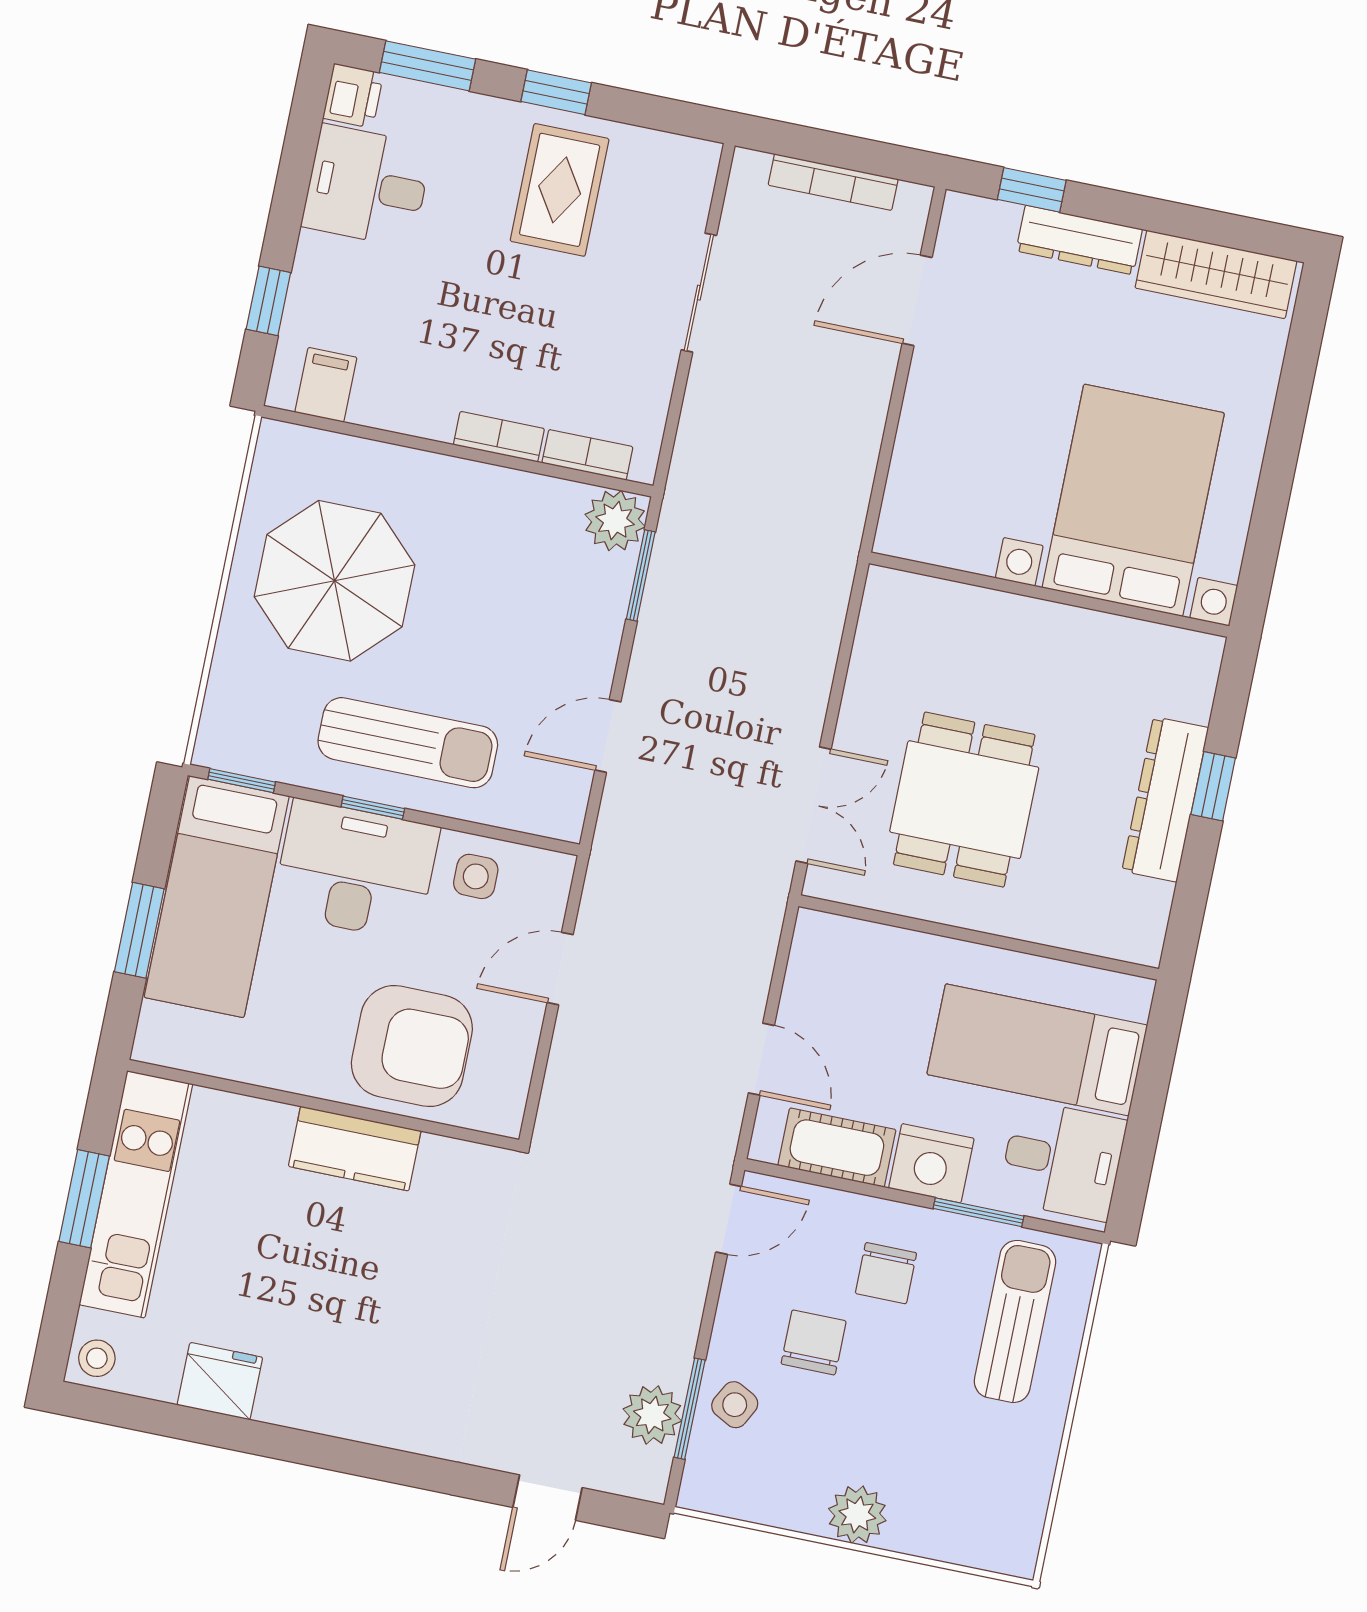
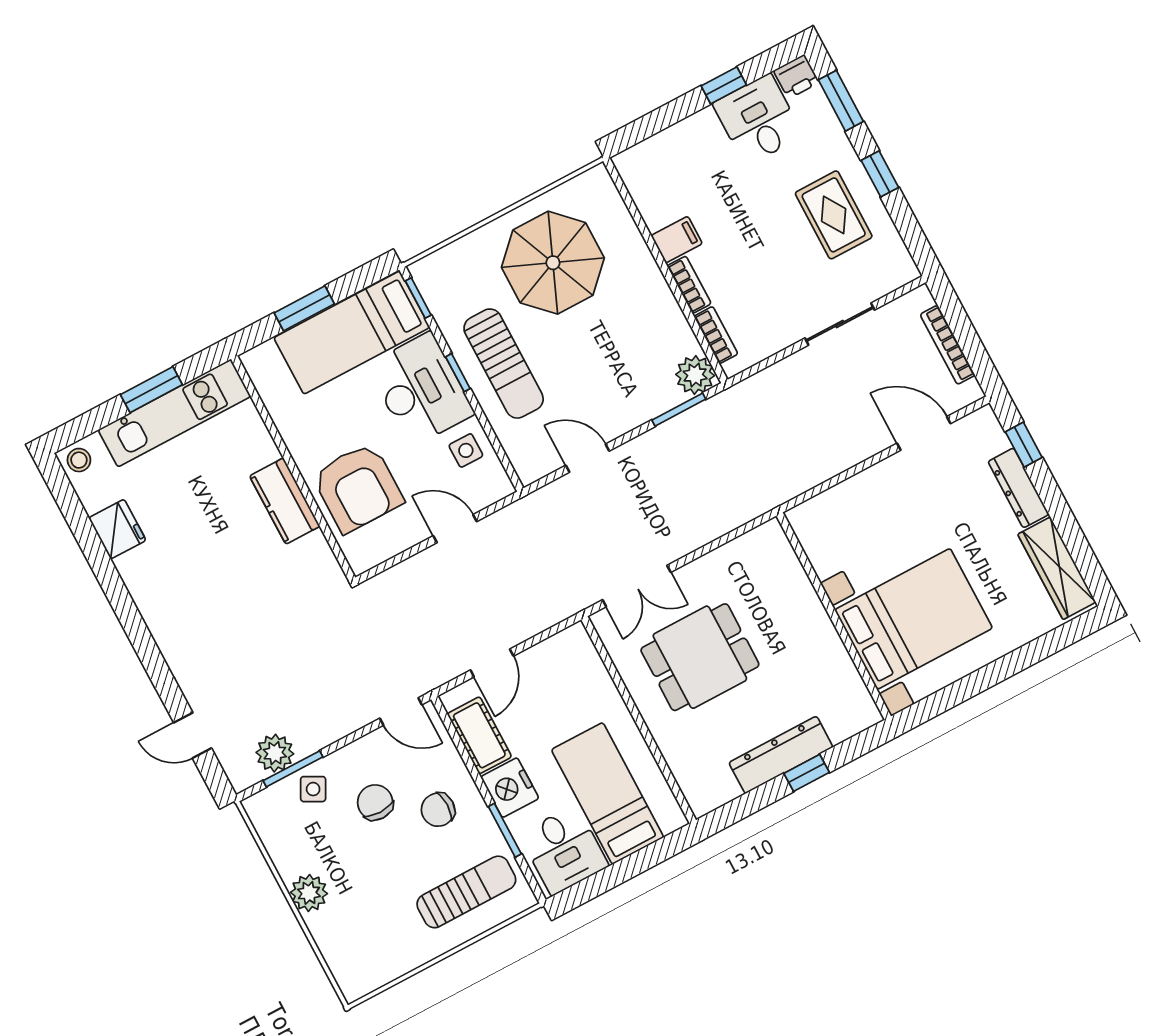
rug: (560, 190) -> (834, 215), turned 90
window: (268, 301) -> (724, 85), moved
filing cabinet: (326, 385) -> (677, 240), moved
chair: (814, 1342) -> (375, 802), turned -90

